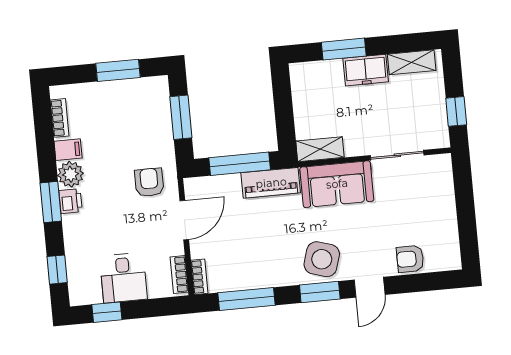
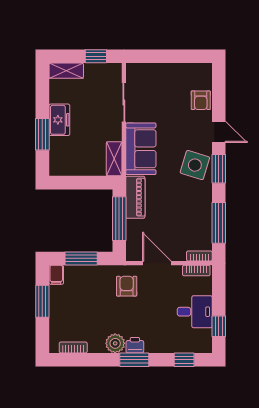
shelving: (412, 62) -> (66, 71), moved, turned 90
filing cabinet: (68, 150) -> (56, 275), moved, turned 180
armchair: (149, 182) -> (127, 286), turned 90

